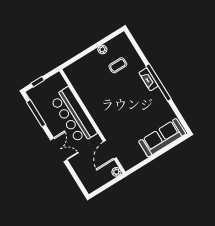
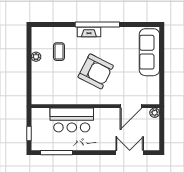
armchair: (120, 104) -> (96, 71), added
bar counter: (73, 116) -> (72, 120), width x0.73
double door: (59, 150) -> (130, 153), moved
door: (110, 150) -> (131, 106), hinge flipped

